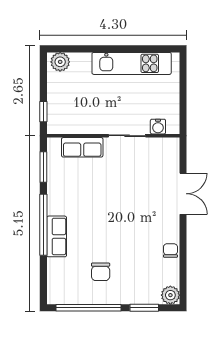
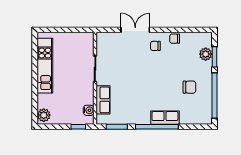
water cooler: (158, 127) -> (89, 110), moved
chair: (160, 223) -> (155, 46), added
plant: (170, 295) -> (206, 54), moved

